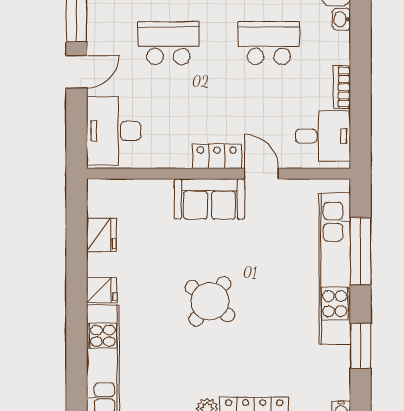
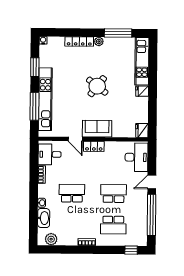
school desk: (168, 43) -> (114, 194), turned 180
school desk: (269, 43) -> (72, 193), turned 180
fridge: (101, 235) -> (142, 130), moved

